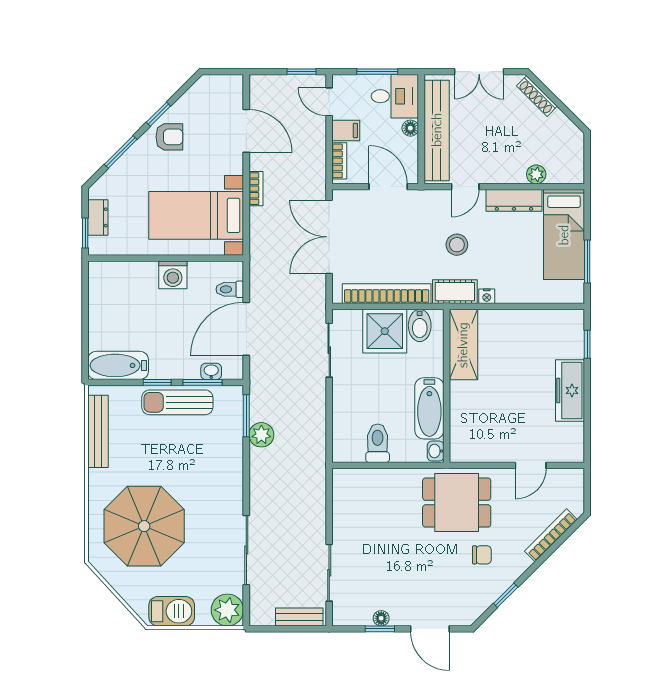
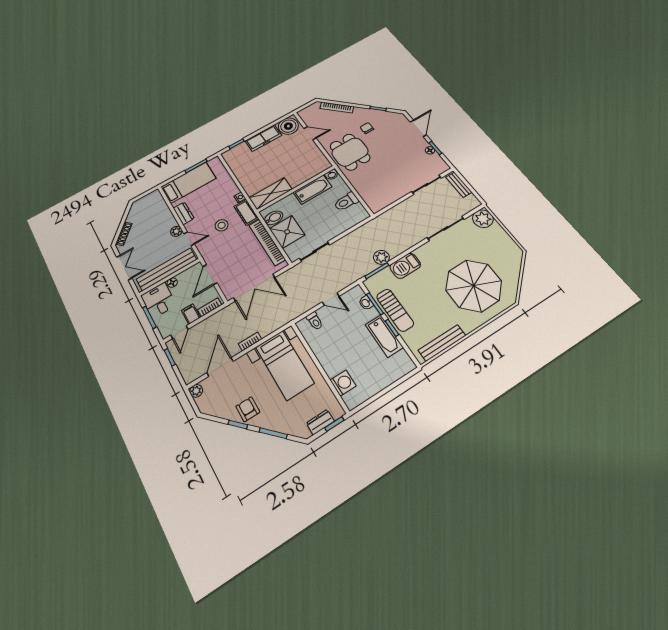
plant: (234, 84) -> (196, 391), added
plant: (536, 174) -> (176, 231), moved
dresser: (514, 200) -> (184, 213), width x0.70
washing machine: (173, 275) -> (343, 383), moved
door: (246, 329) -> (331, 299), width x0.53
bathtub: (118, 365) -> (384, 336), moved
boiler: (566, 441) -> (288, 126), added
barbecue: (172, 611) -> (405, 266), moved, turned -90

